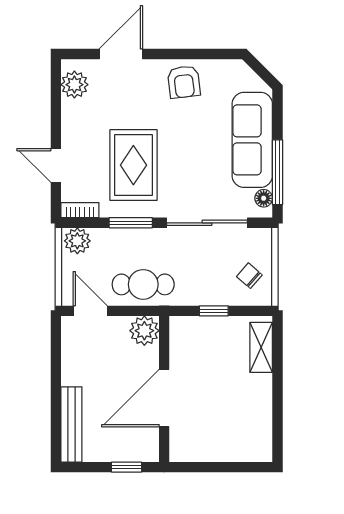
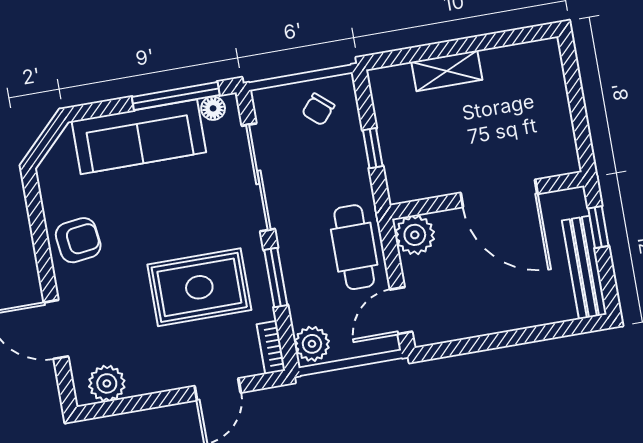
shelving: (261, 347) -> (447, 71), moved
bench: (71, 424) -> (584, 267), moved, turned 90

